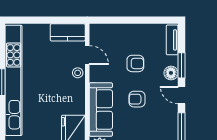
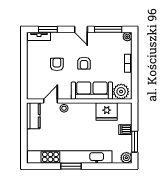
window: (181, 65) -> (48, 29), moved
floor lamp: (171, 73) -> (64, 37), removed
door: (181, 95) -> (81, 29), hinge flipped

